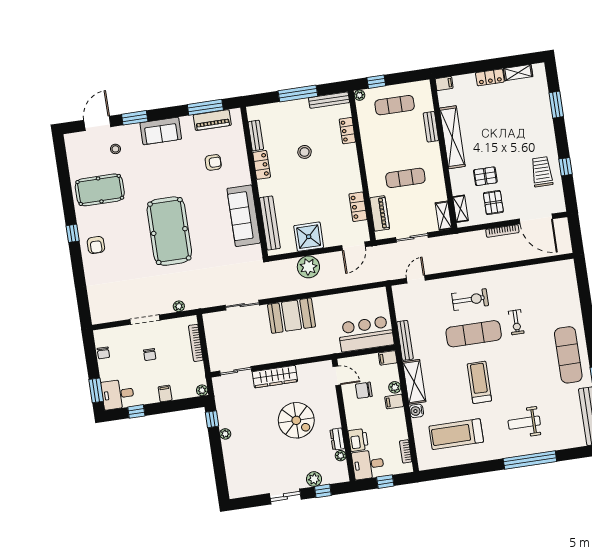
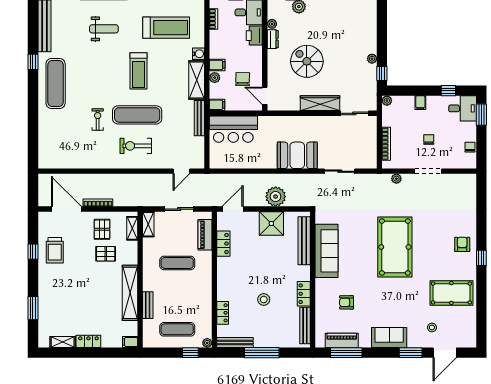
bench: (256, 136) -> (305, 326), width x1.36
chair: (364, 390) -> (243, 79), turned -89

